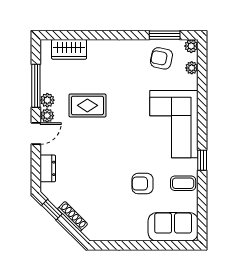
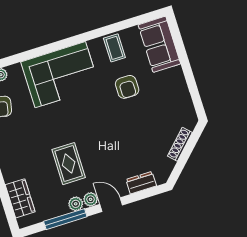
window: (202, 160) -> (87, 36), removed
window: (52, 210) -> (180, 166), removed

